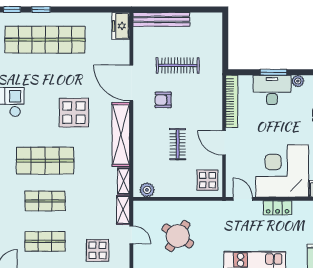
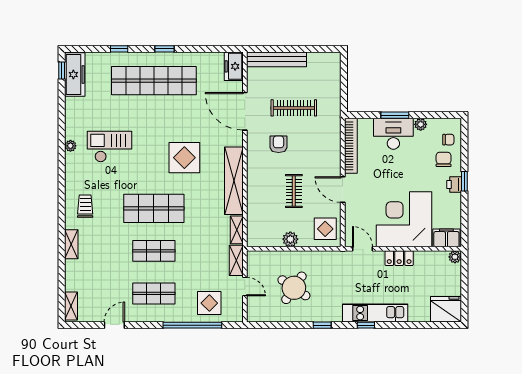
window: (41, 10) -> (164, 49), moved
door: (131, 83) -> (245, 111), moved
armchair: (163, 100) -> (279, 144), turned 90
plant: (147, 190) -> (290, 239), moved

